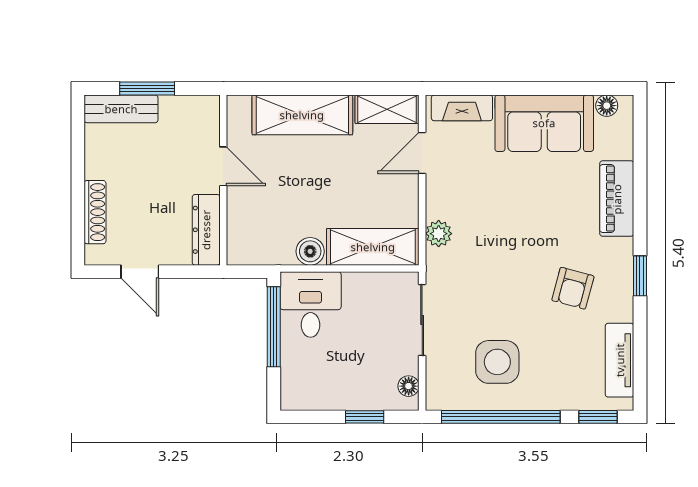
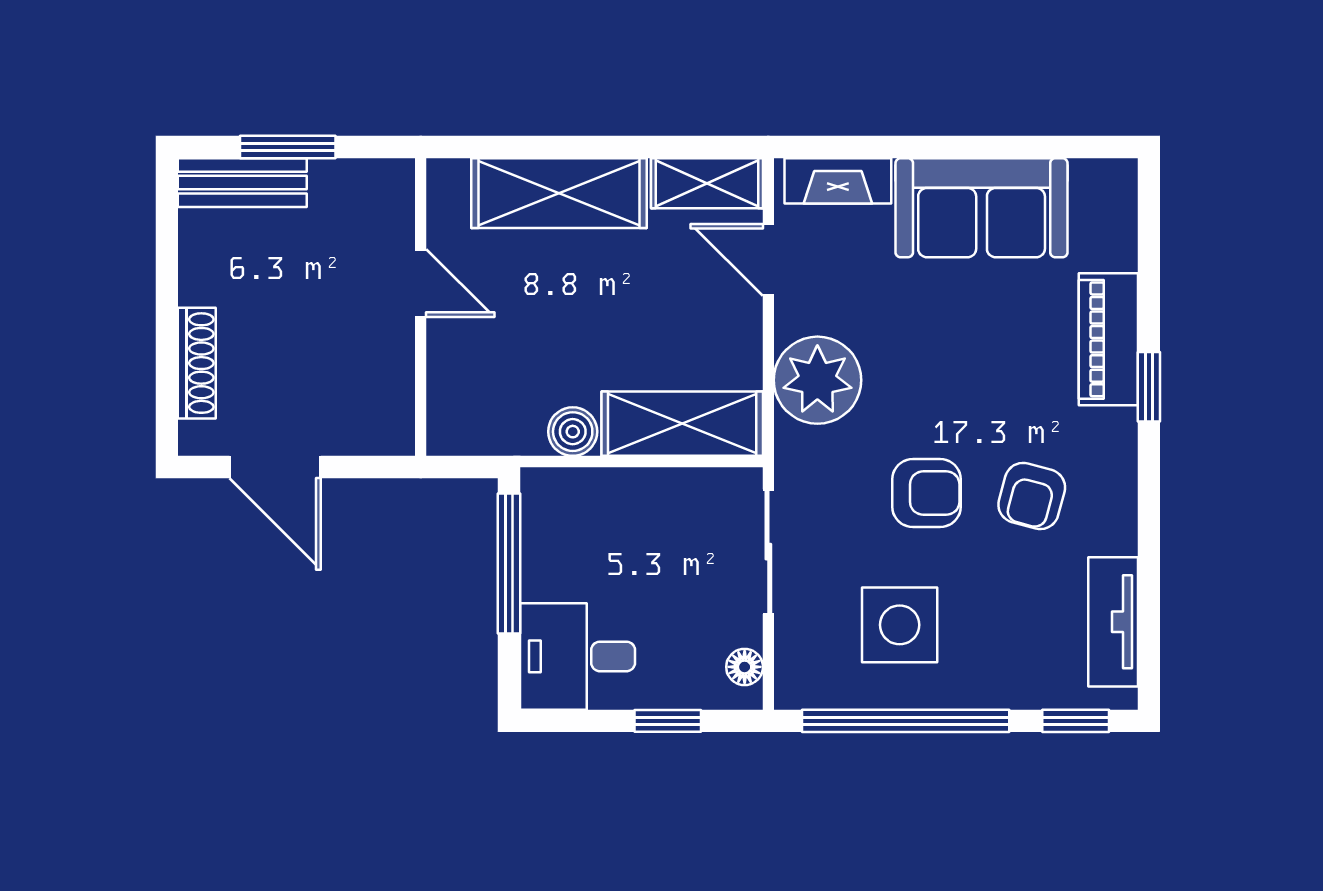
floor lamp: (607, 106) -> (1091, 177), removed
door: (422, 153) -> (768, 260), hinge flipped
dresser: (206, 230) -> (391, 394), removed
plant: (439, 234) -> (817, 380), width x1.88, depth x1.88
door: (140, 272) -> (275, 467), width x1.38
window: (640, 276) -> (1149, 387), moved
armchair: (513, 286) -> (926, 493), added
desk: (311, 304) -> (577, 656), moved, turned -90

